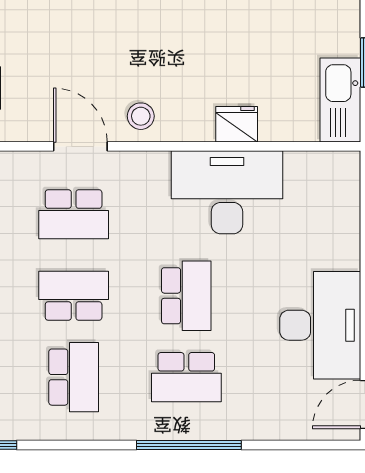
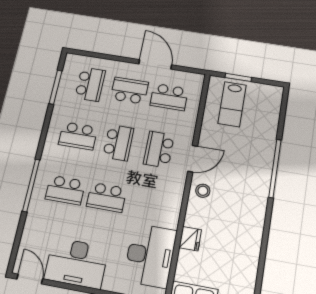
desk: (227, 192) -> (150, 256), moved
school desk: (186, 377) -> (65, 190), turned -90

